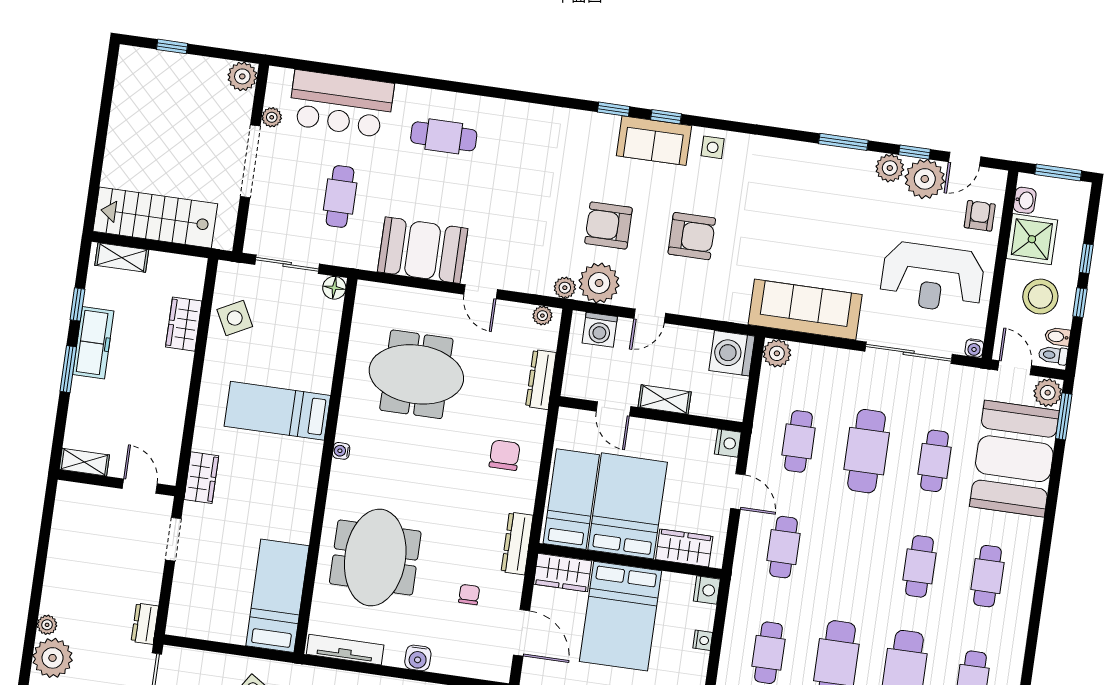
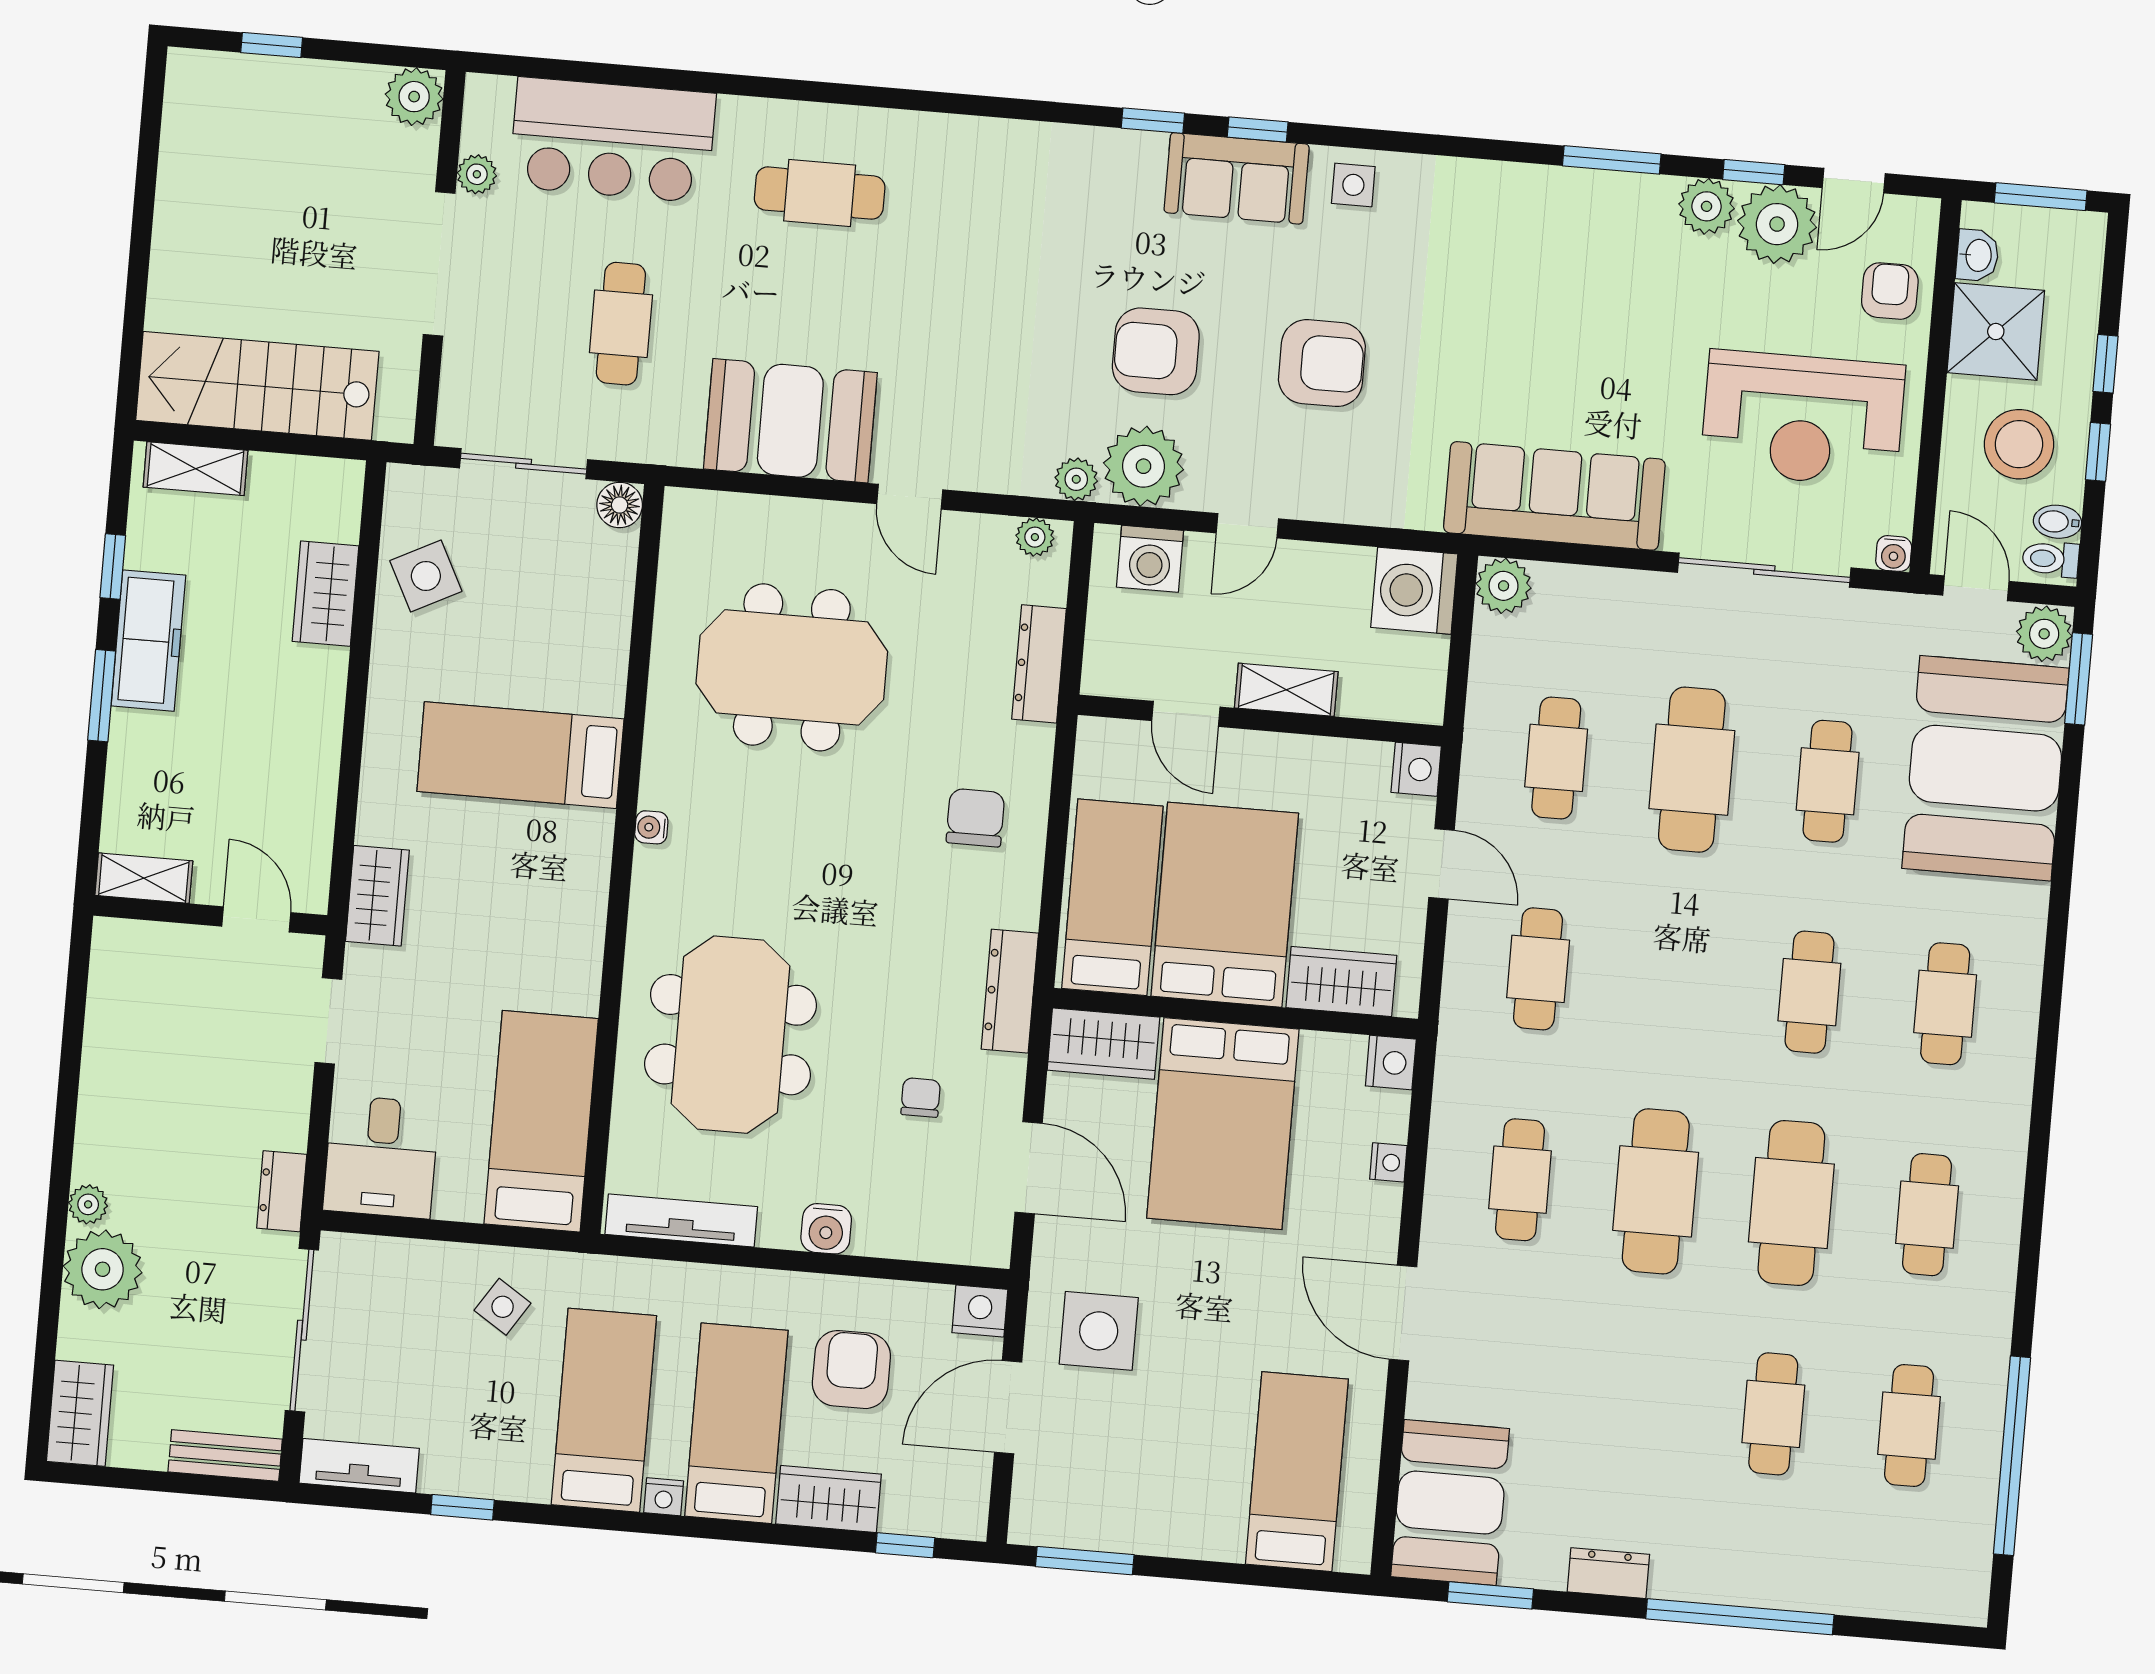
desk: (196, 609) -> (381, 1157), added

